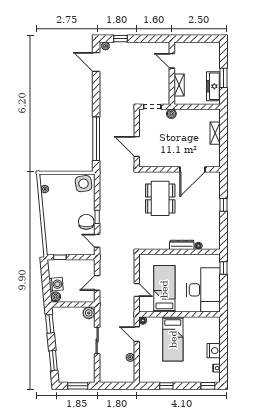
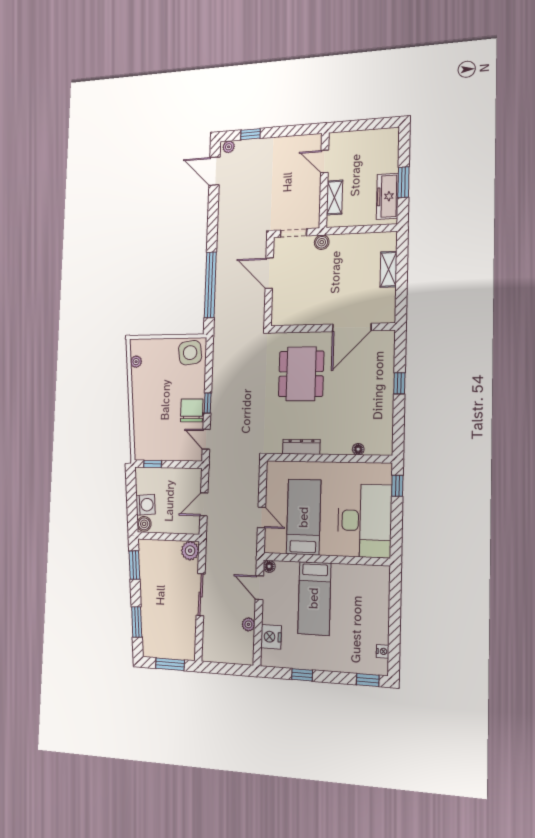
door: (137, 147) -> (269, 273), moved
dresser: (182, 245) -> (301, 447), moved
nightstand: (214, 351) -> (271, 637), moved, turned 180

